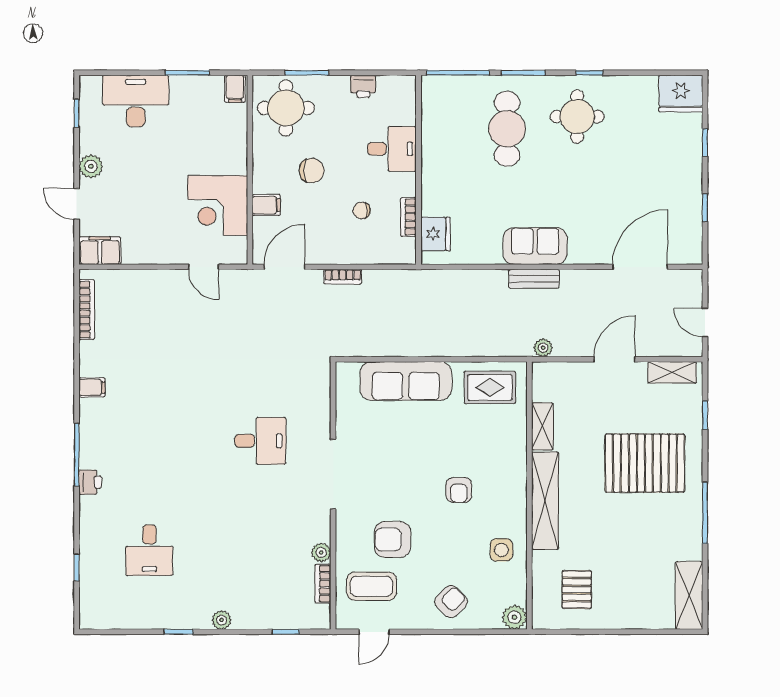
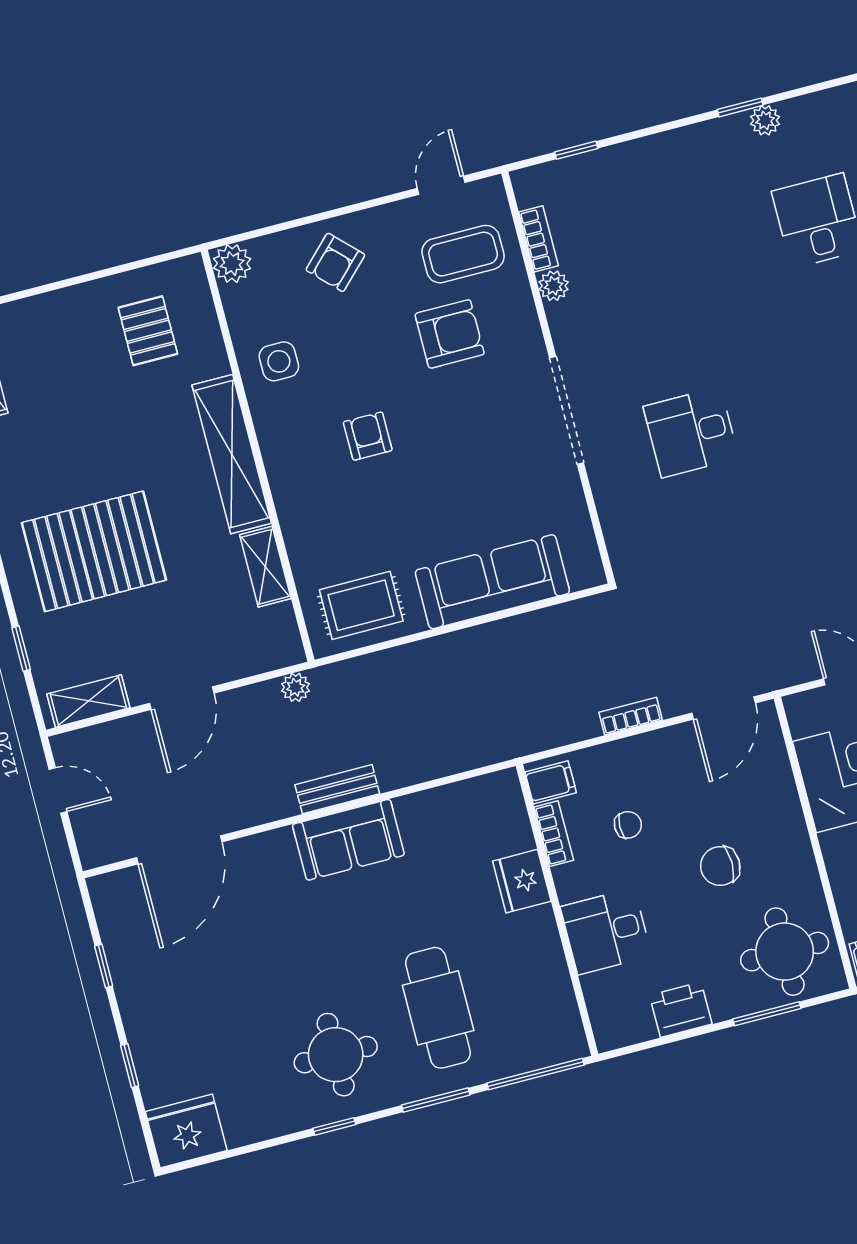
printer: (363, 86) -> (681, 1010), width x1.36, depth x1.24
filing cabinet: (266, 205) -> (551, 782), moved, turned 180
fridge: (436, 234) -> (522, 881), moved
plant: (222, 620) -> (765, 120), moved

